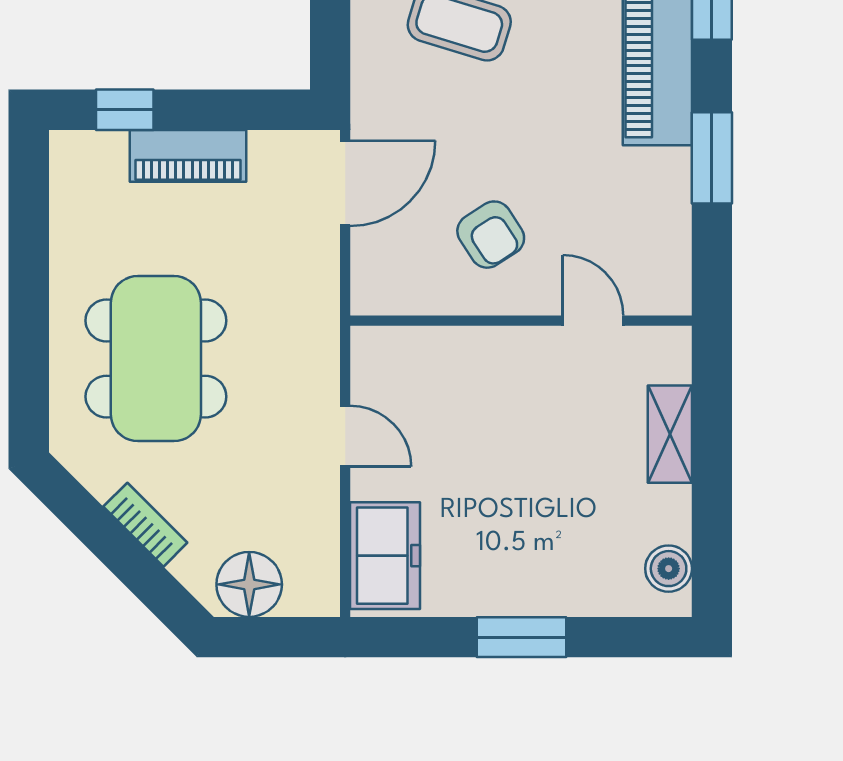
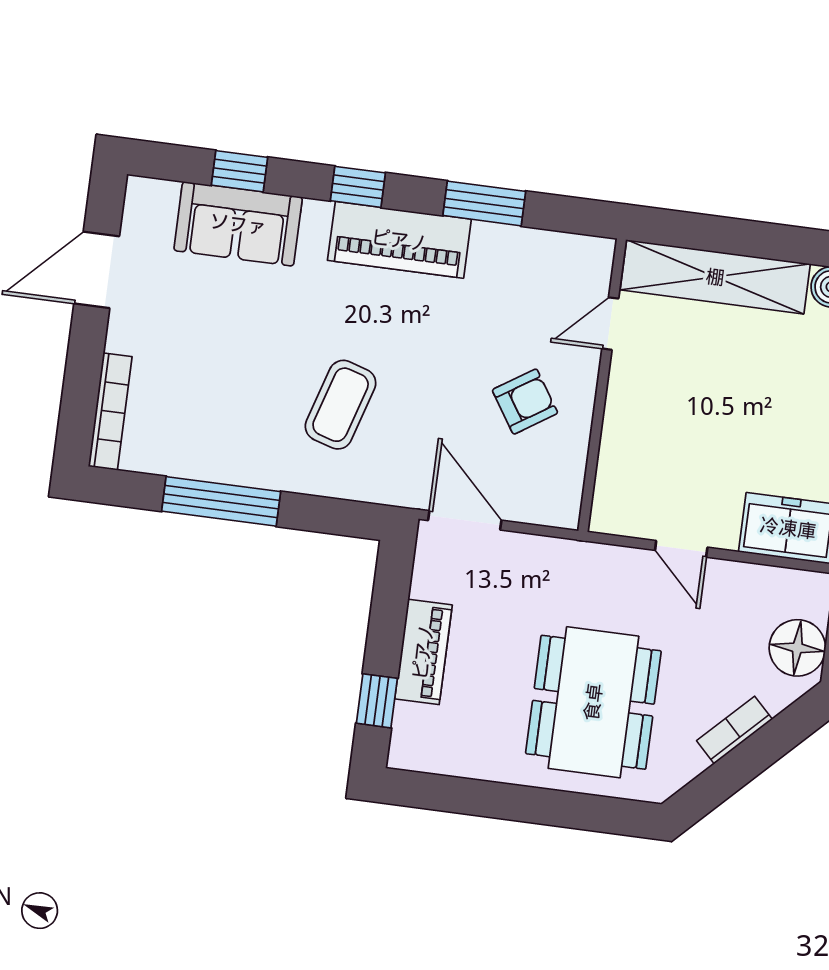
dining table: (156, 359) -> (593, 702), turned 90
shelving: (670, 434) -> (715, 277), width x2.20, depth x1.33
door: (345, 436) -> (681, 549), swing flipped

